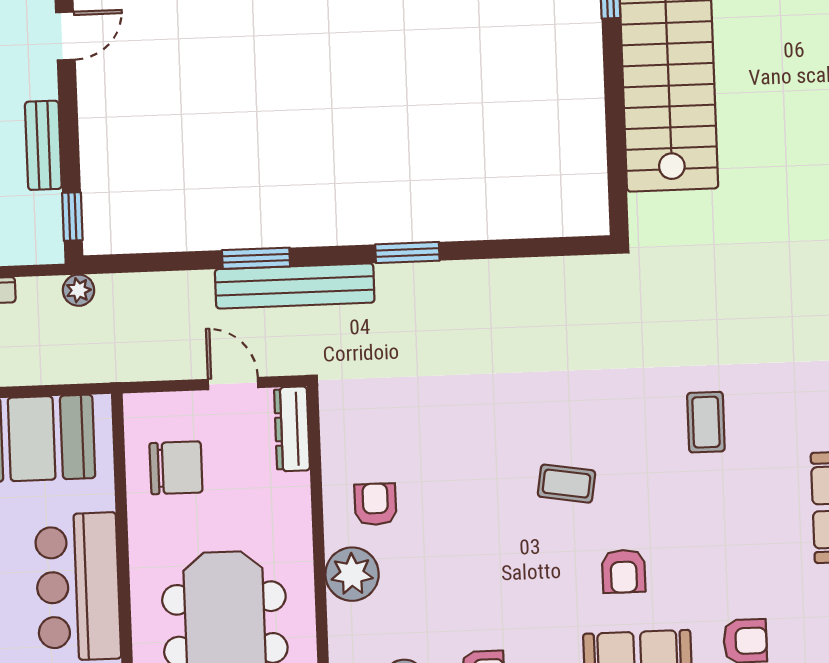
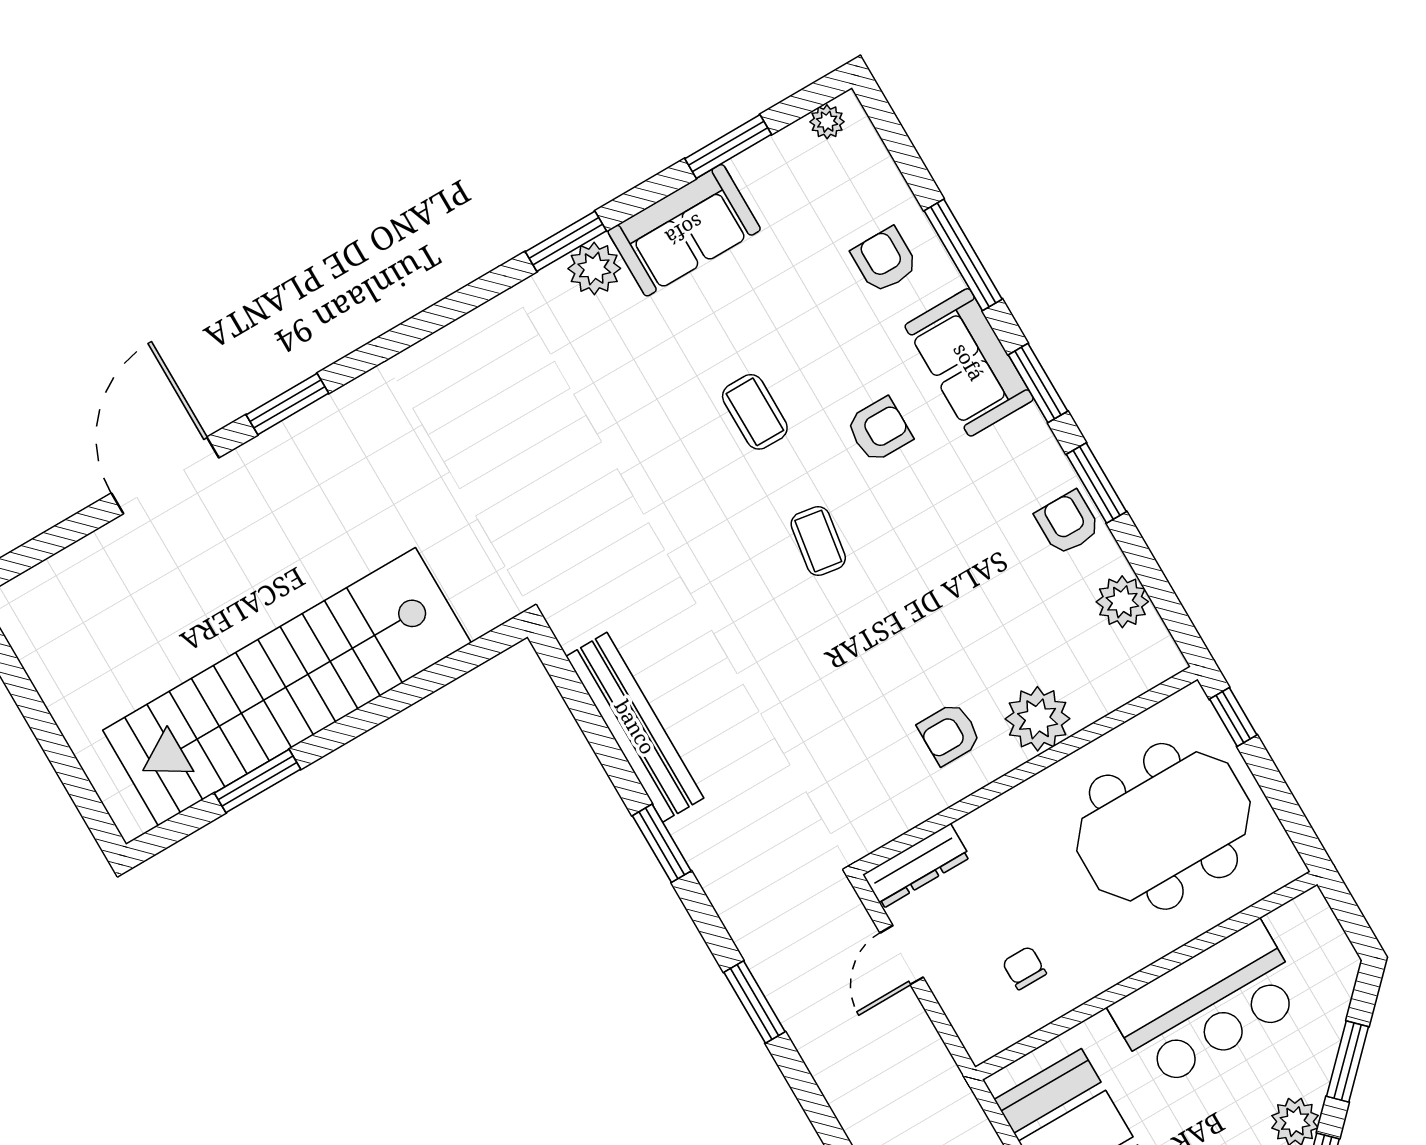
bench: (295, 286) -> (635, 727), moved
coffee table: (706, 422) -> (755, 412), moved, turned 90
chair: (176, 468) -> (1024, 968), width x0.54, depth x0.54

